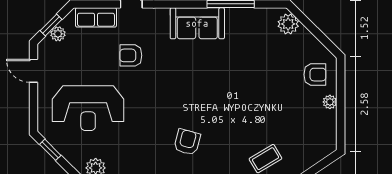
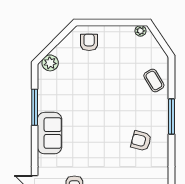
plant: (330, 102) -> (140, 31), moved

